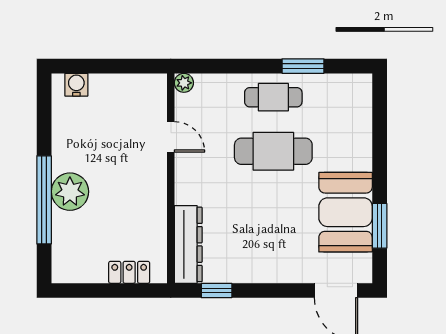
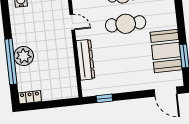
dresser: (188, 244) -> (85, 60), moved
locker: (129, 272) -> (30, 97), moved

